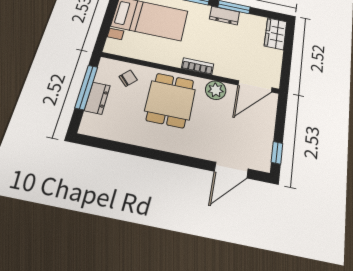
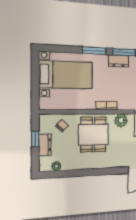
window: (86, 87) -> (35, 139), width x0.46
plant: (105, 132) -> (56, 166), added

